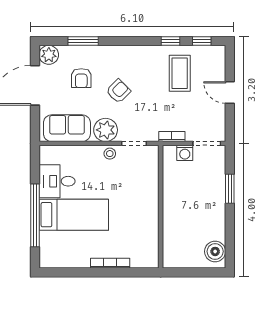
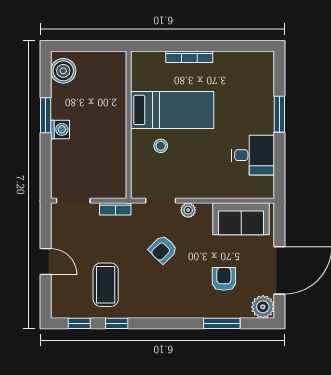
armchair: (118, 91) -> (163, 249), moved
plant: (106, 130) -> (188, 210), width x0.53, depth x0.53
washing machine: (185, 153) -> (60, 129), moved, turned 90
stool: (110, 154) -> (161, 146), moved
window: (230, 189) -> (46, 115), moved
window: (35, 215) -> (279, 114), width x0.47
bed: (74, 215) -> (172, 110), moved, turned 180

